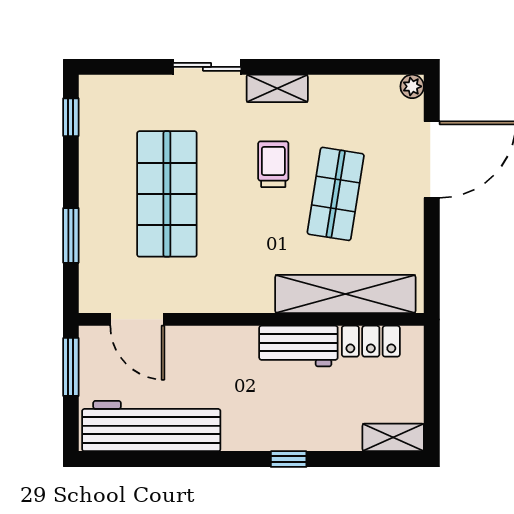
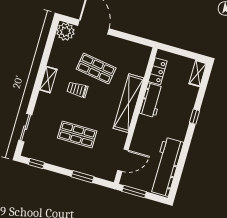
sliding door: (207, 67) -> (25, 128), moved
plant: (412, 86) -> (65, 32), width x1.88, depth x1.88
shop shelf: (167, 194) -> (77, 135), width x0.70, depth x0.74
shelving: (345, 294) -> (129, 103), moved

